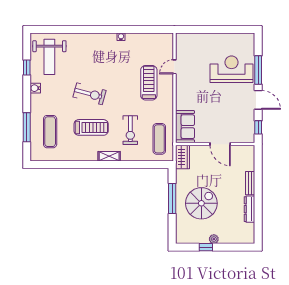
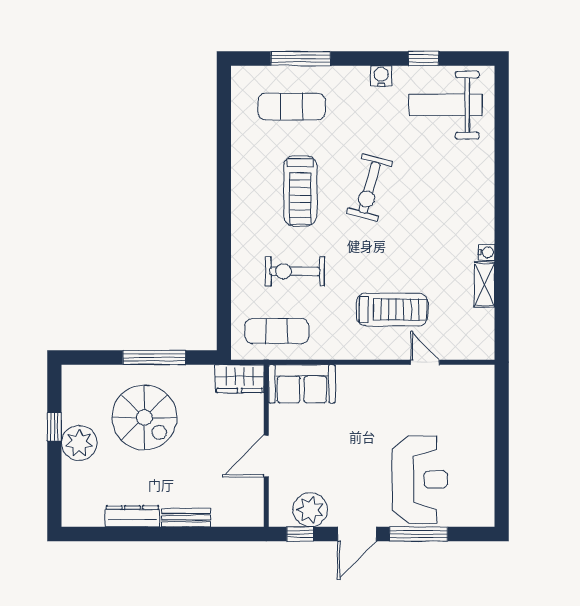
plant: (246, 123) -> (310, 510), added
shelving: (109, 156) -> (484, 285), moved
plant: (214, 239) -> (79, 443), width x1.87, depth x1.87

